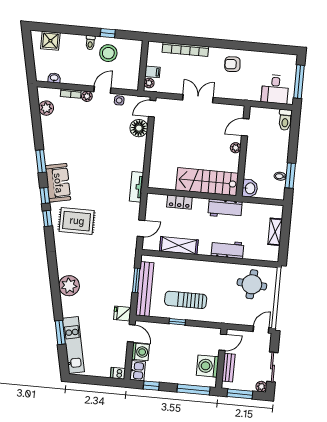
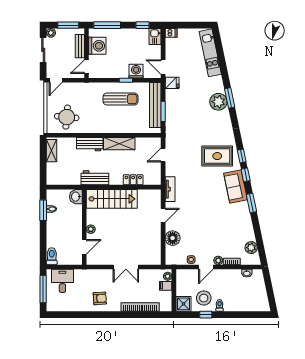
shower: (50, 41) -> (184, 304), moved
door: (152, 109) -> (163, 215), moved
shelving: (275, 232) -> (51, 151), moved
shelving: (179, 245) -> (119, 144), moved
window: (60, 332) -> (230, 98), moved
washing machine: (140, 352) -> (136, 71), moved, turned 90

